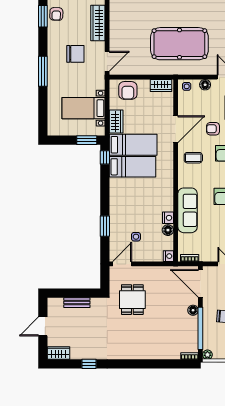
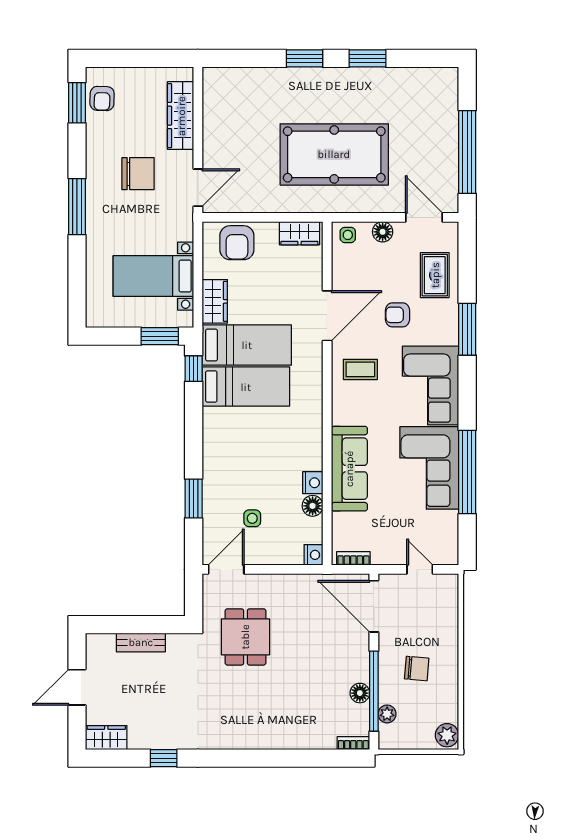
floor lamp: (193, 310) -> (360, 693), moved
plant: (207, 355) -> (387, 714), moved

